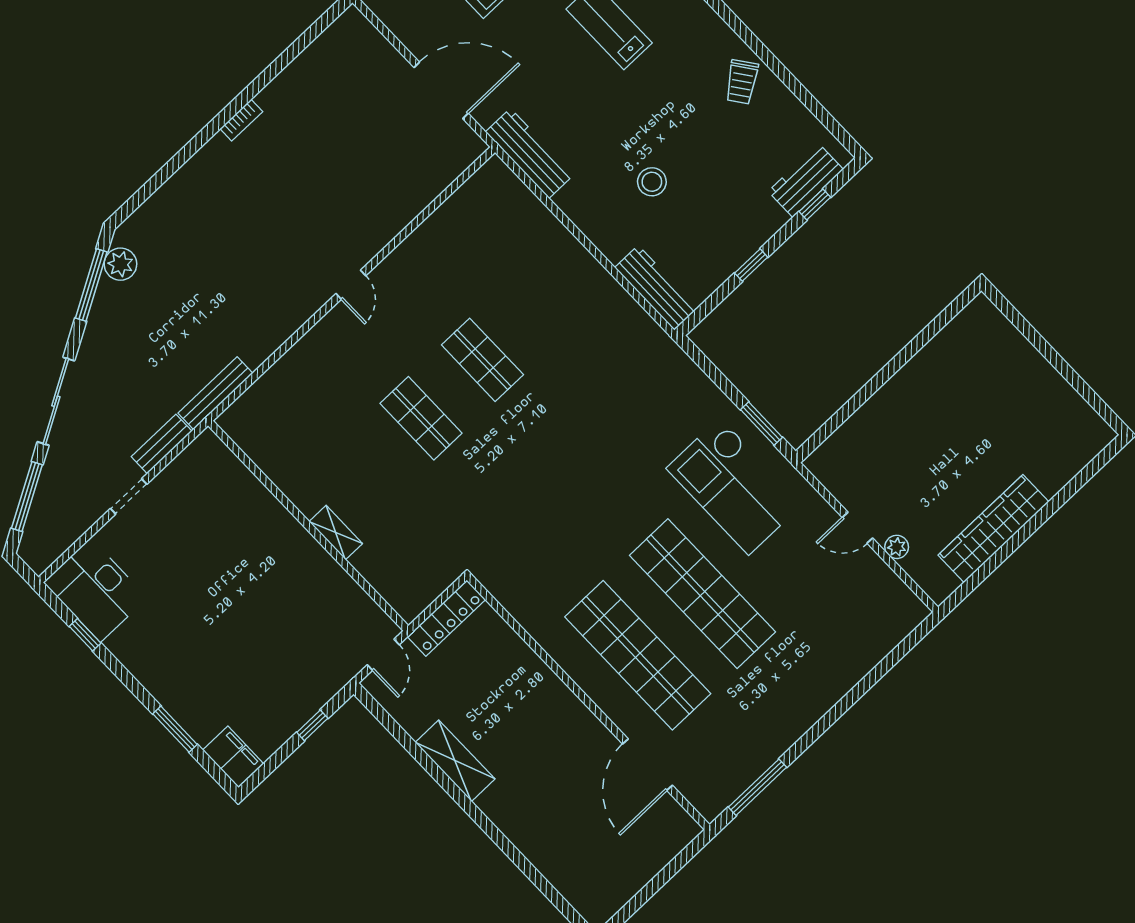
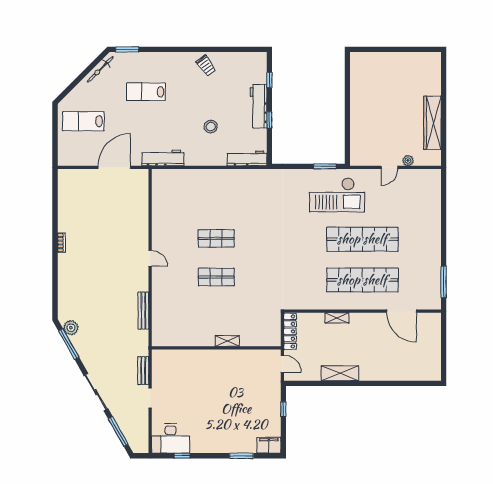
workbench: (806, 180) -> (259, 106), moved, width x1.38
bench: (215, 393) -> (143, 311), moved
shelving: (539, 672) -> (337, 318), added

